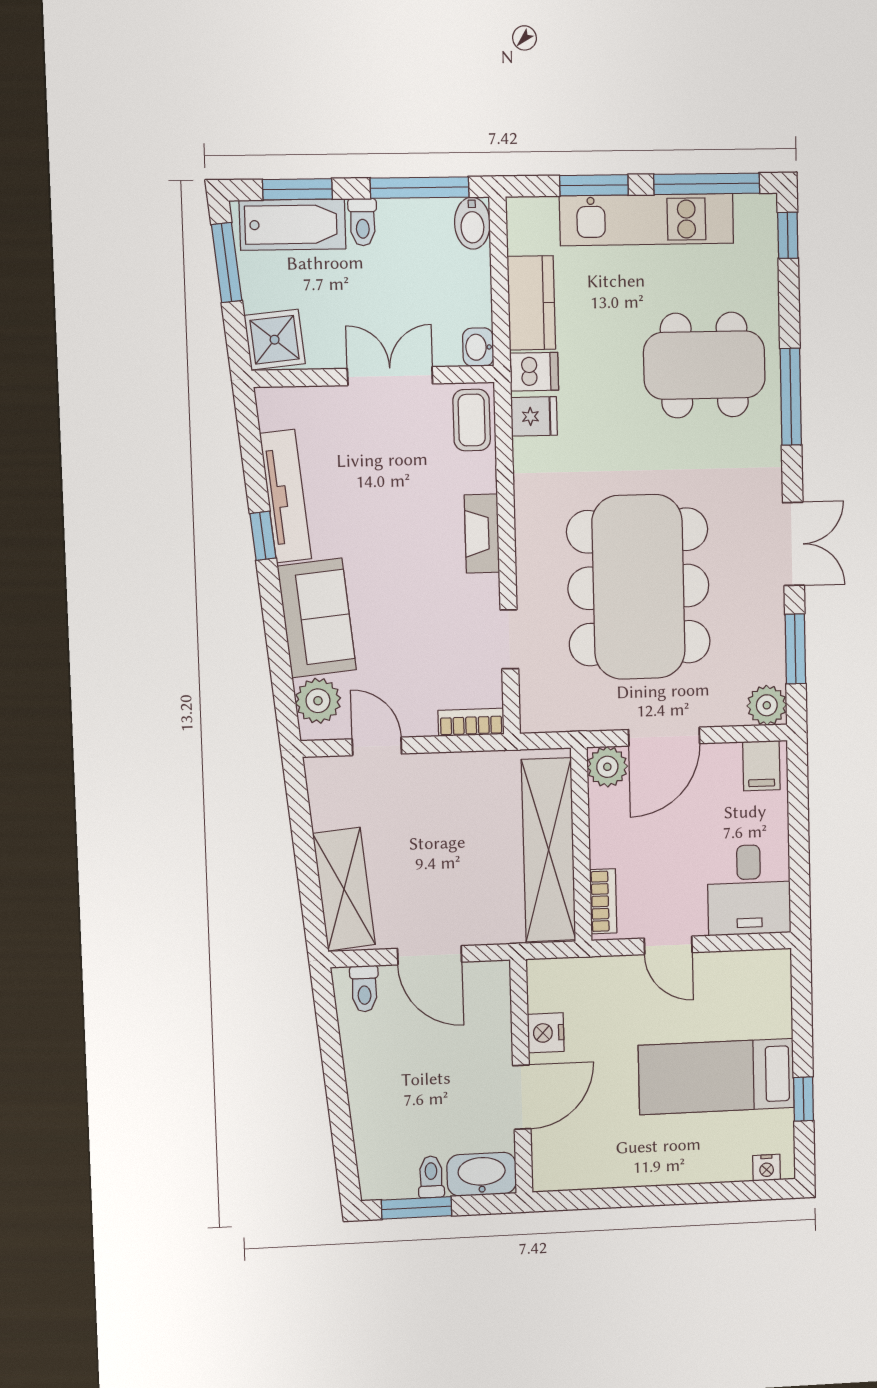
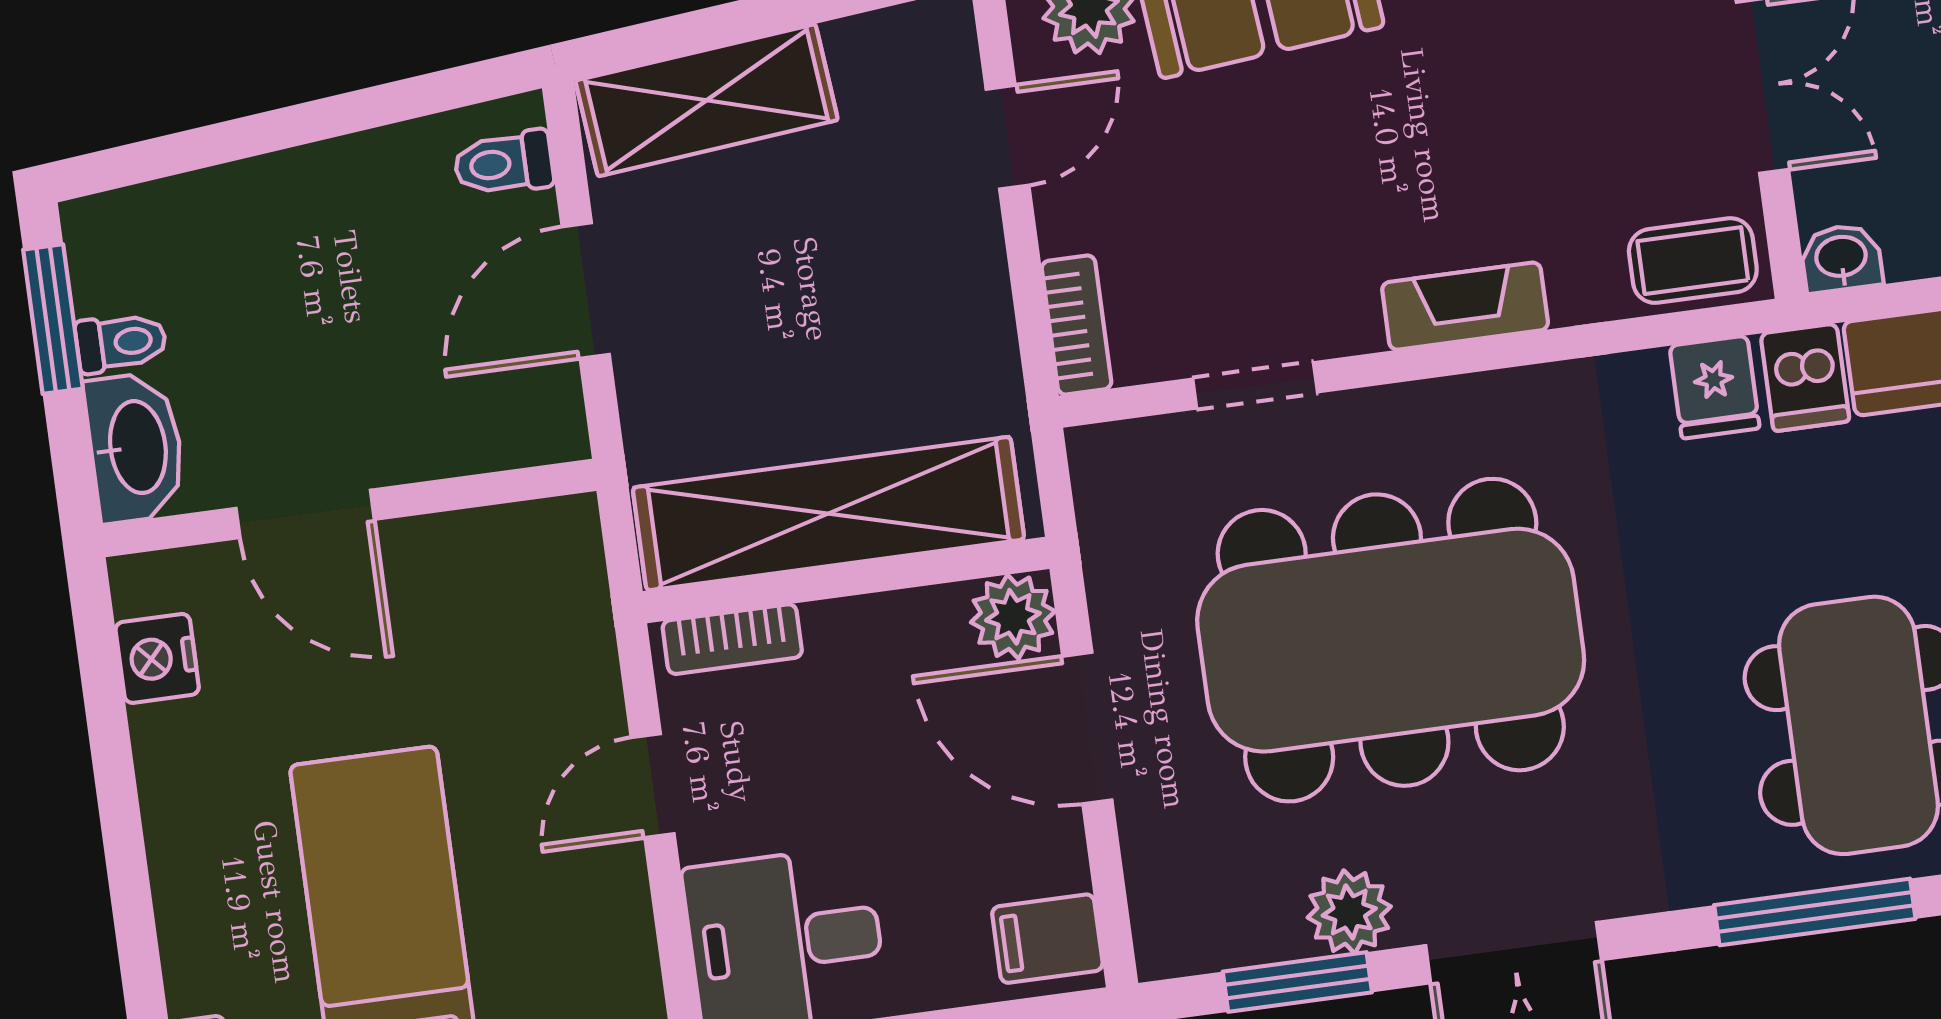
plant: (767, 705) -> (1349, 912), moved
nightstand: (546, 1033) -> (157, 658), moved, turned -90

